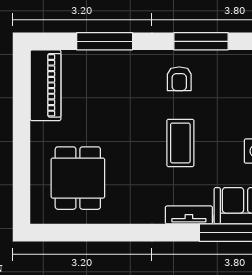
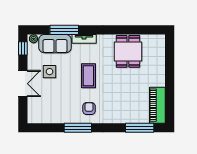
window: (105, 41) -> (140, 128), moved
dining table: (78, 178) -> (128, 51), moved

